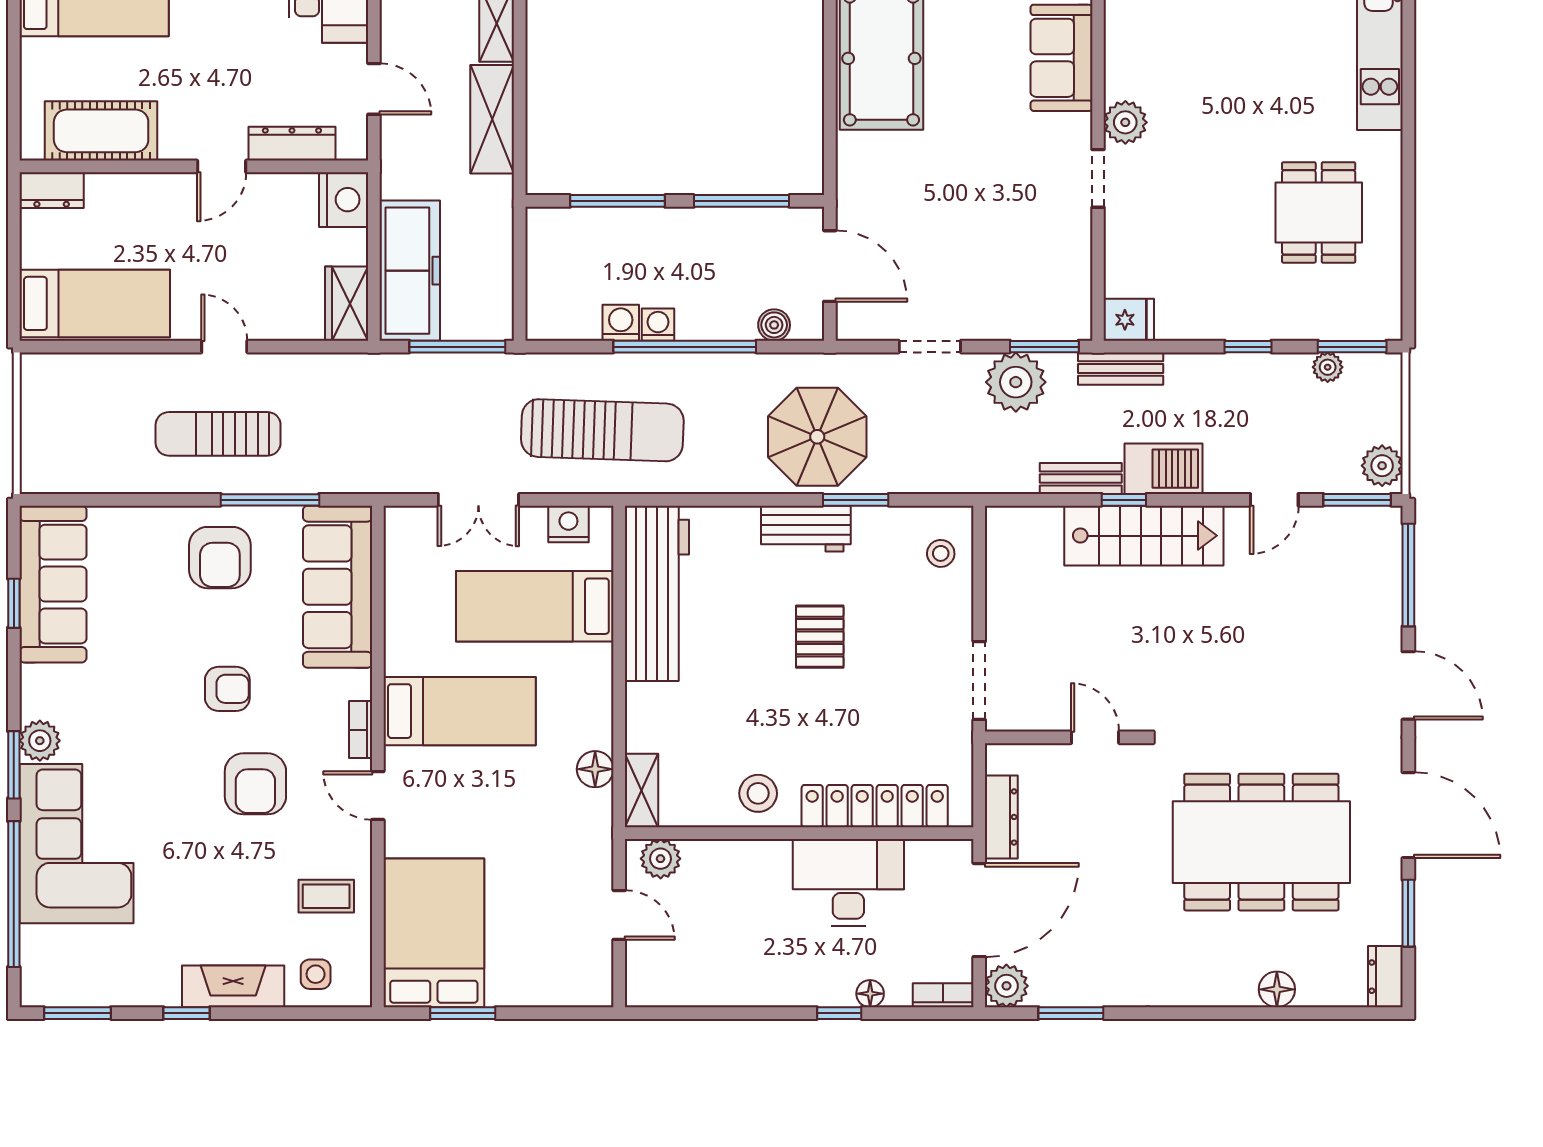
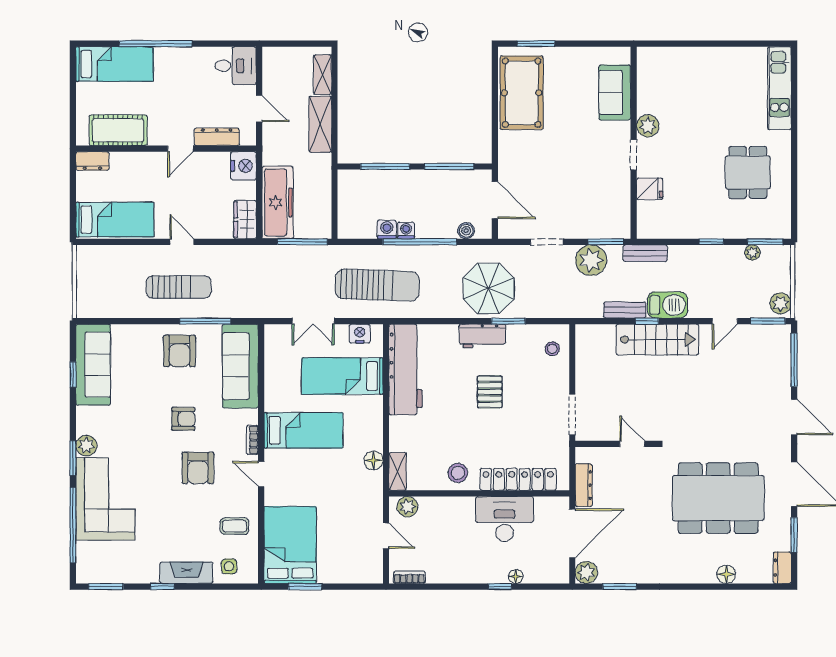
fridge: (1129, 320) -> (650, 189), moved
sun lounger: (218, 434) -> (179, 287), turned 180
bookcase: (943, 995) -> (409, 577), moved

